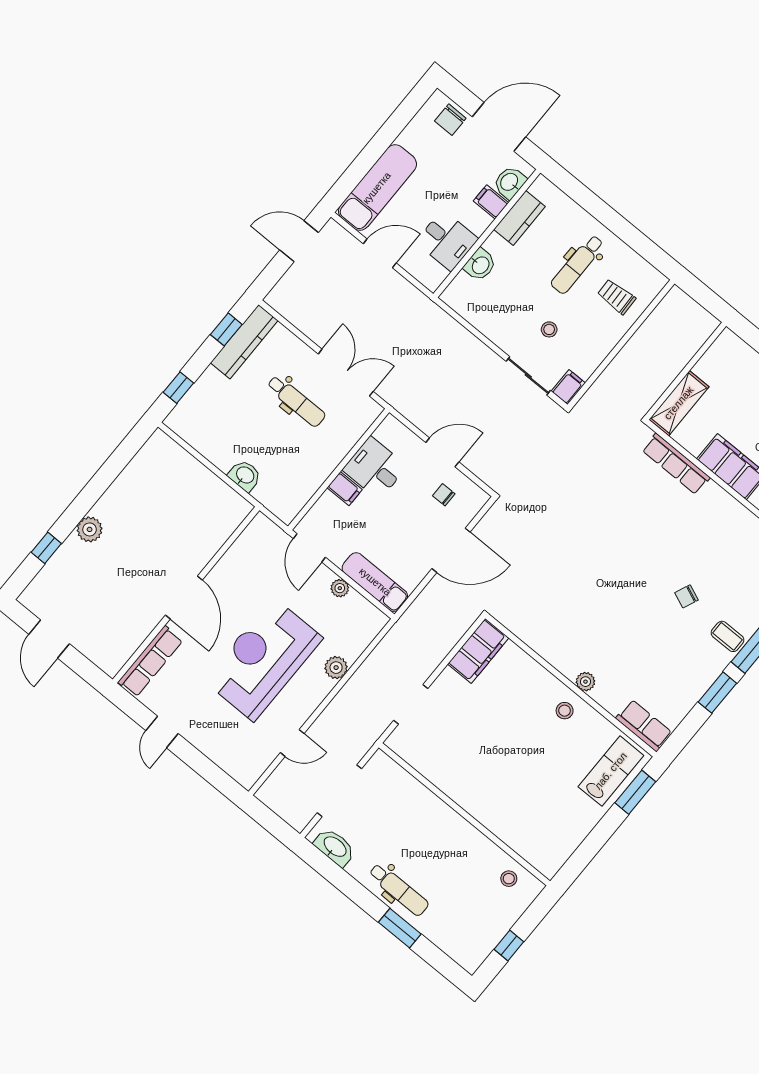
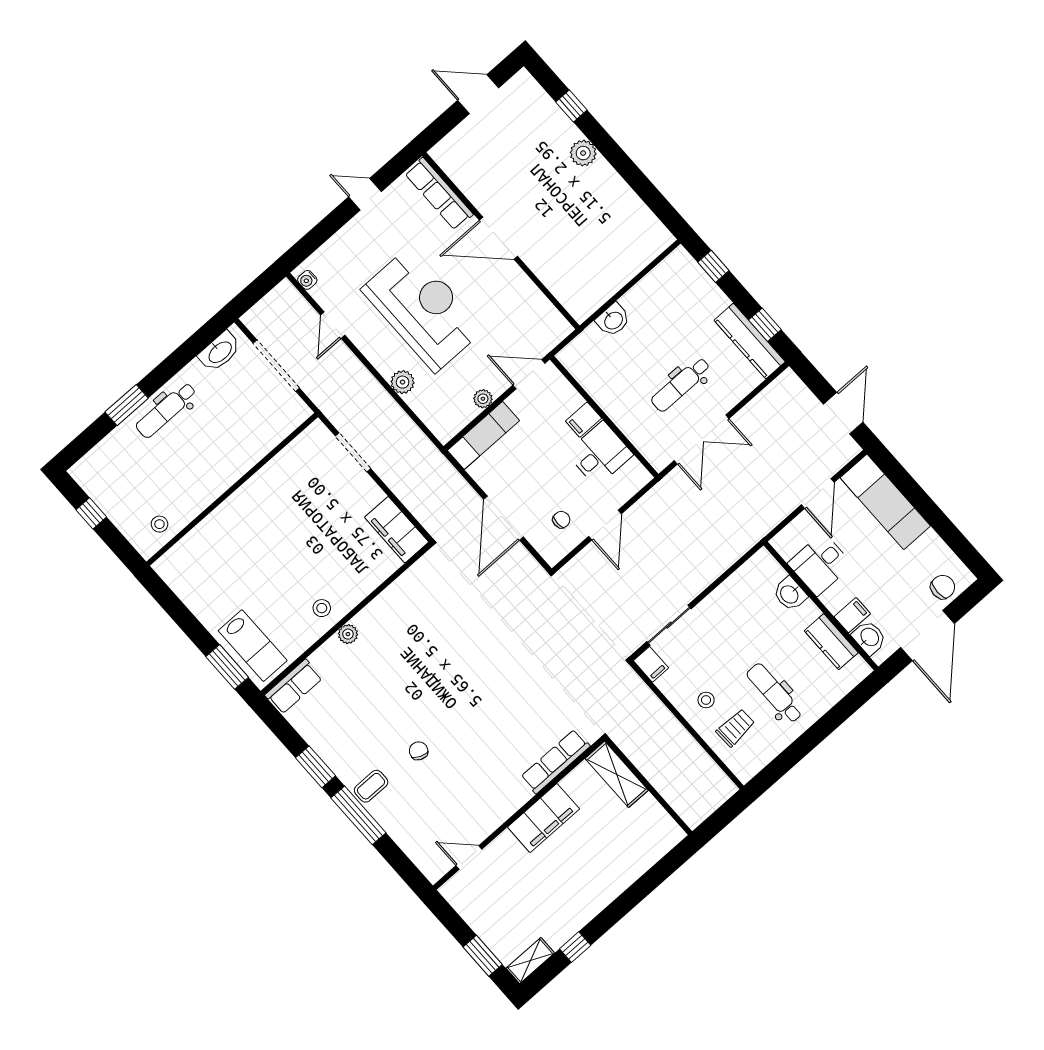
chair: (450, 120) -> (943, 587), turned 90
stool: (549, 329) -> (706, 700), moved
water cooler: (253, 774) -> (307, 280), added

